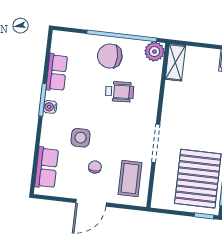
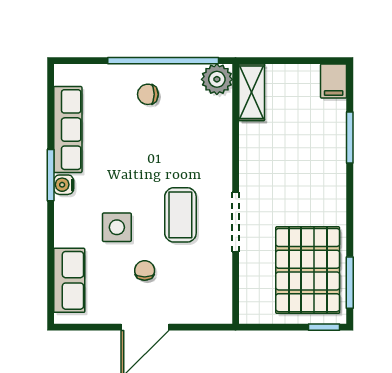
chair: (110, 56) -> (148, 94), width x0.54, depth x0.54
row of seats: (57, 72) -> (68, 130), width x1.48
wheelchair: (120, 92) -> (170, 148), removed
coffee table: (130, 178) -> (180, 215), moved

